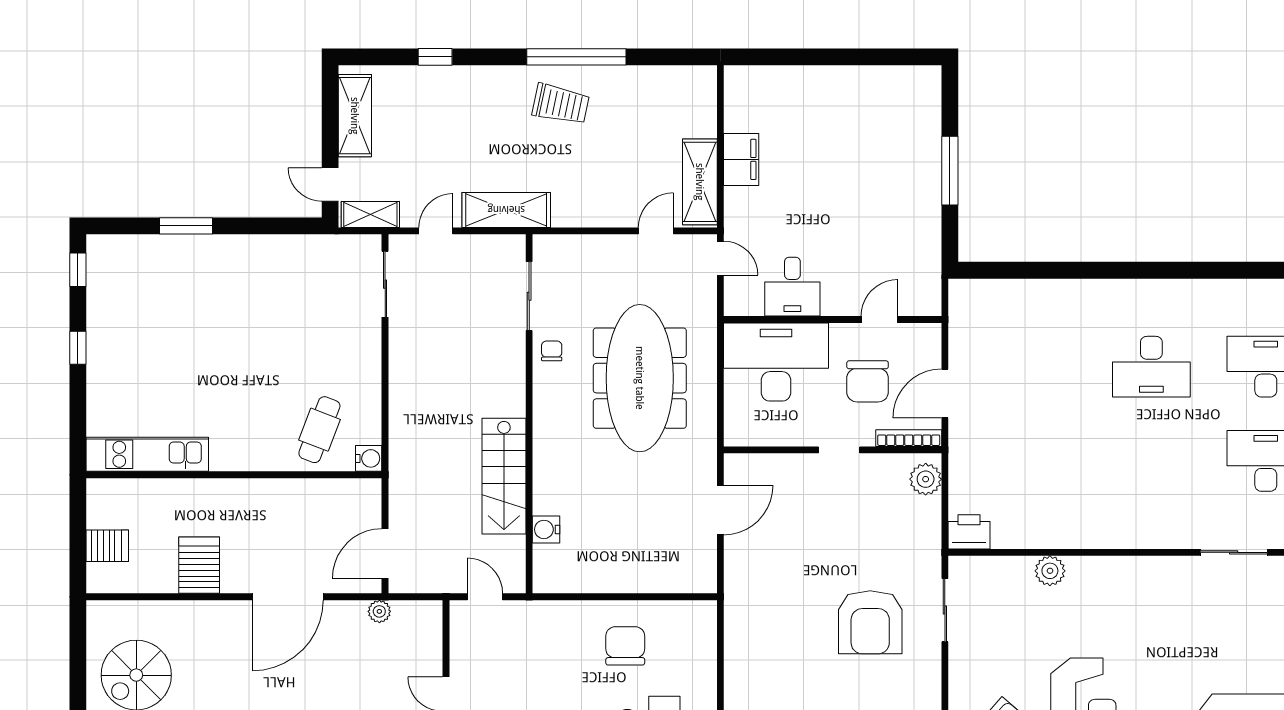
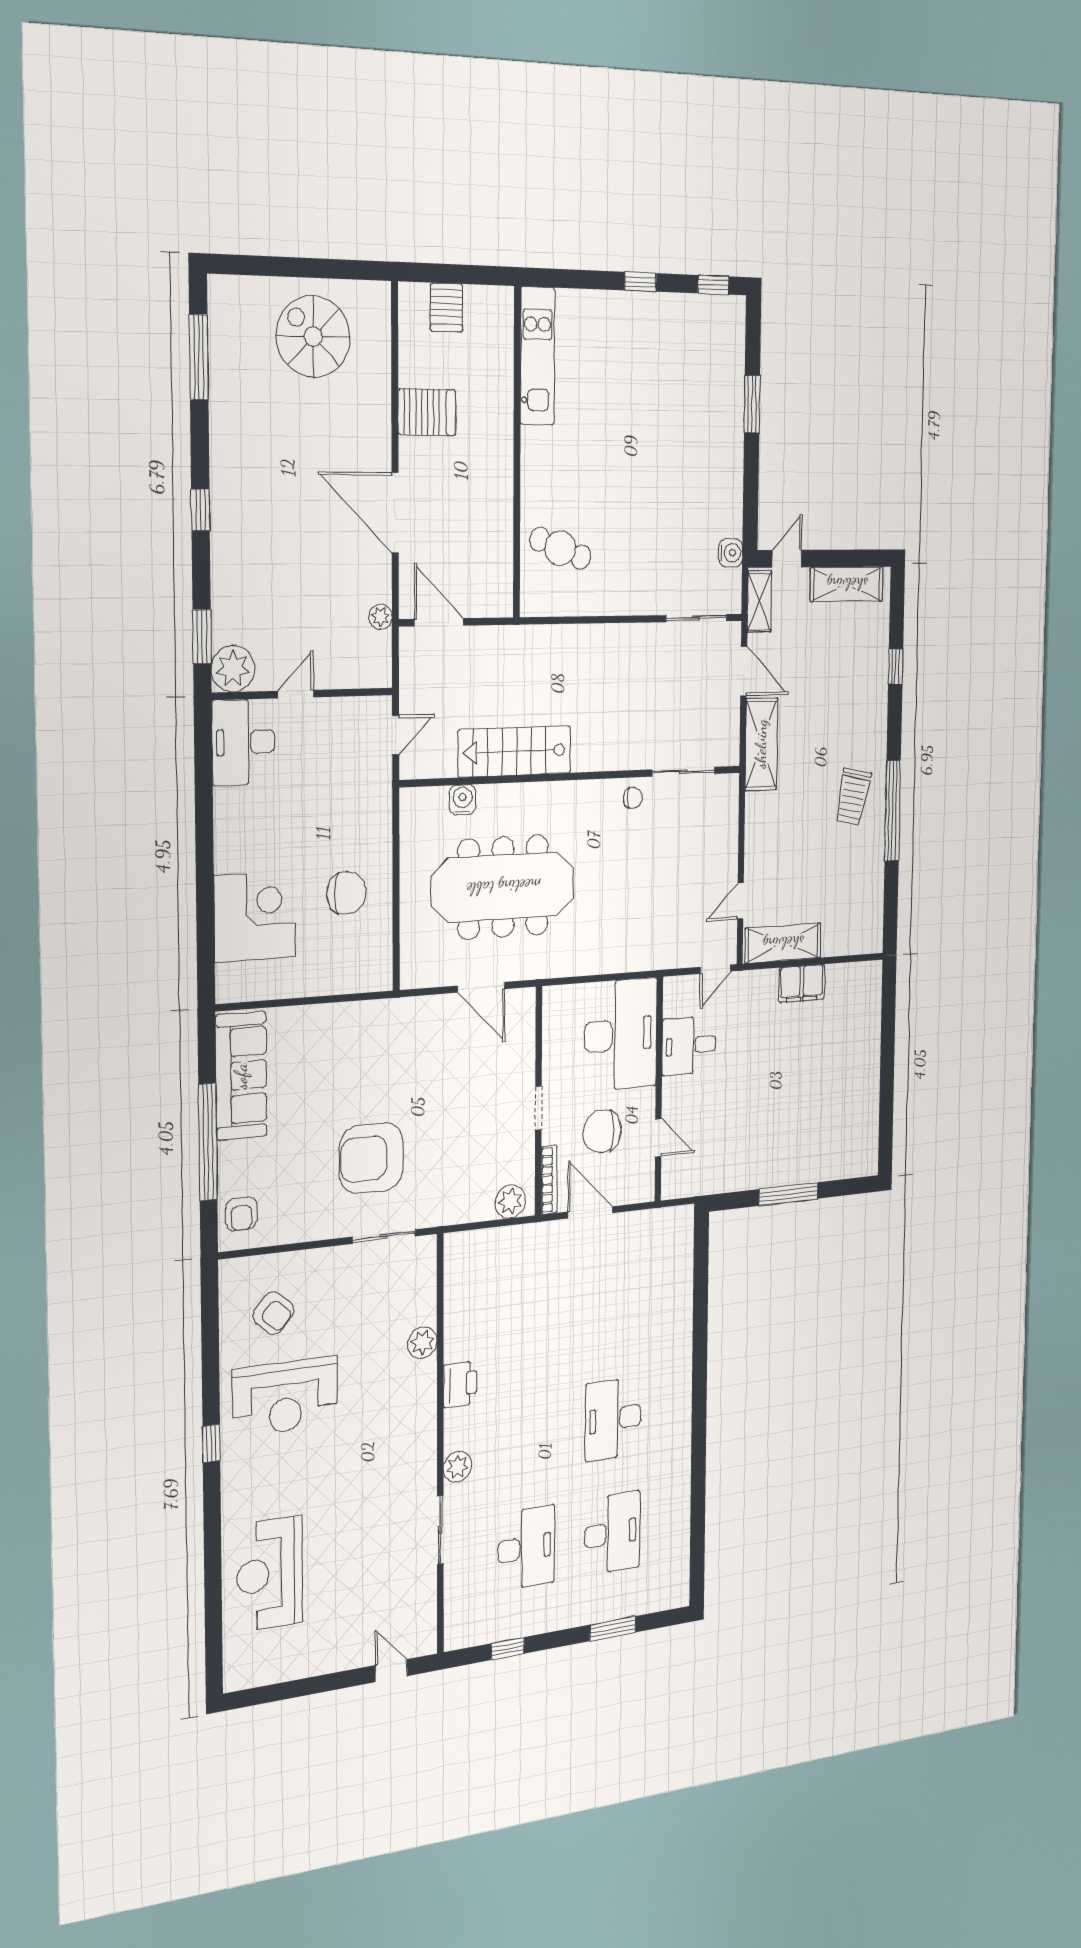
door: (436, 231) -> (744, 671), width x1.38
door: (656, 231) -> (740, 901), swing flipped
meeting table: (640, 378) -> (503, 887), moved
water cooler: (369, 458) -> (731, 553), moved, turned -90
printer: (969, 532) -> (460, 1384), moved
plant: (1175, 534) -> (458, 1467), added

